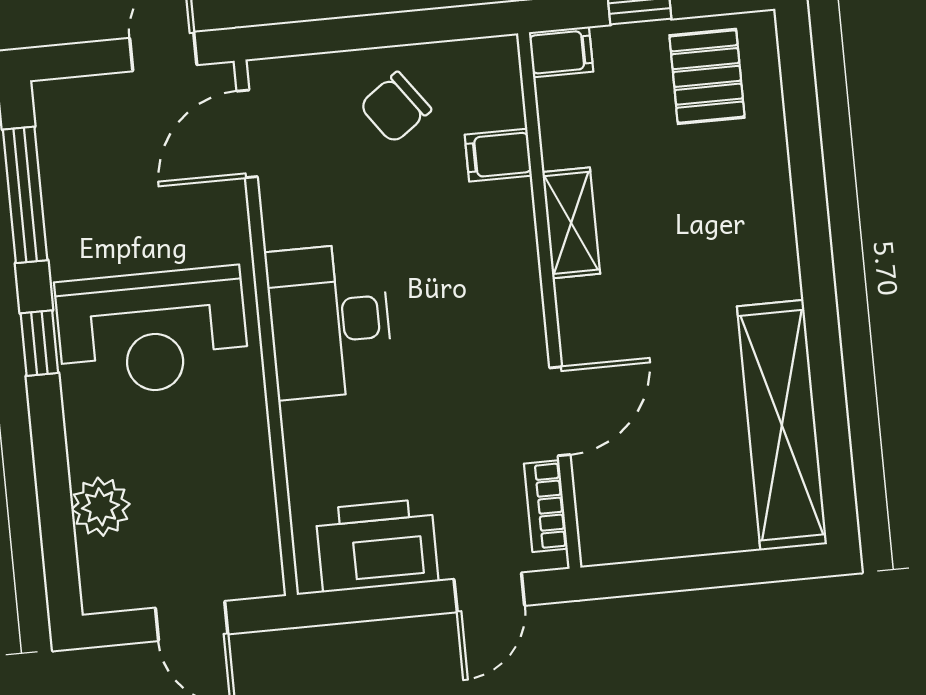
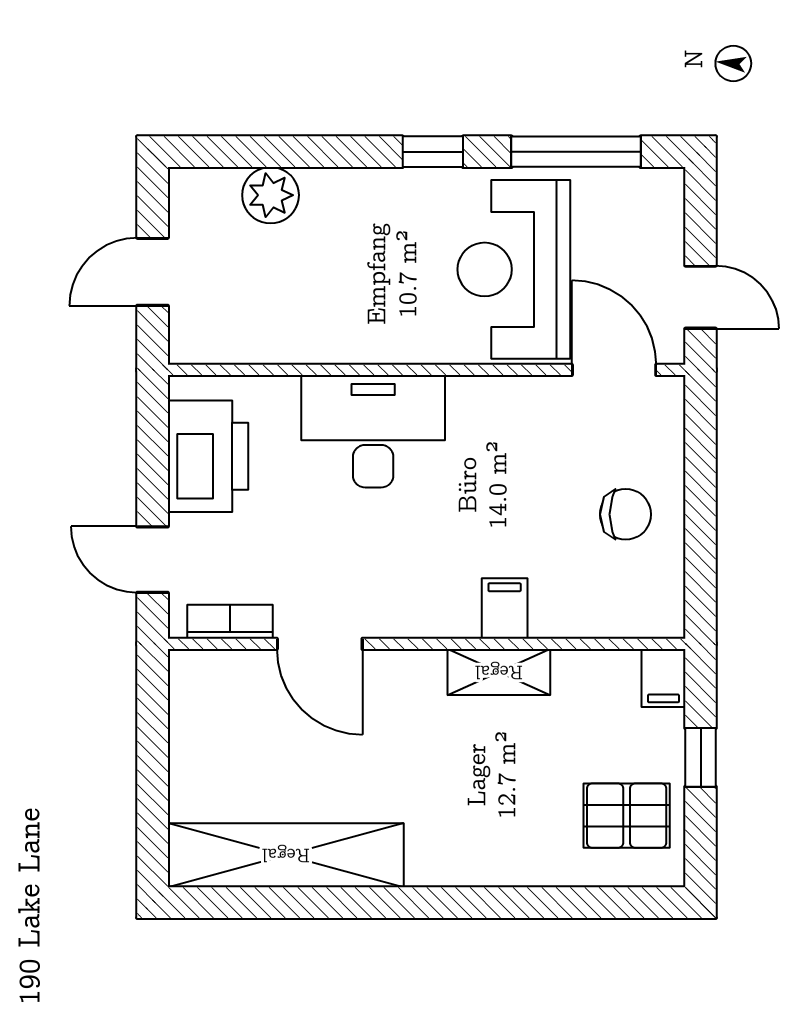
chair: (395, 108) -> (626, 514), turned 126
filing cabinet: (498, 155) -> (505, 608), moved
desk: (329, 321) -> (373, 431), moved
reception desk: (152, 332) -> (514, 269), moved

